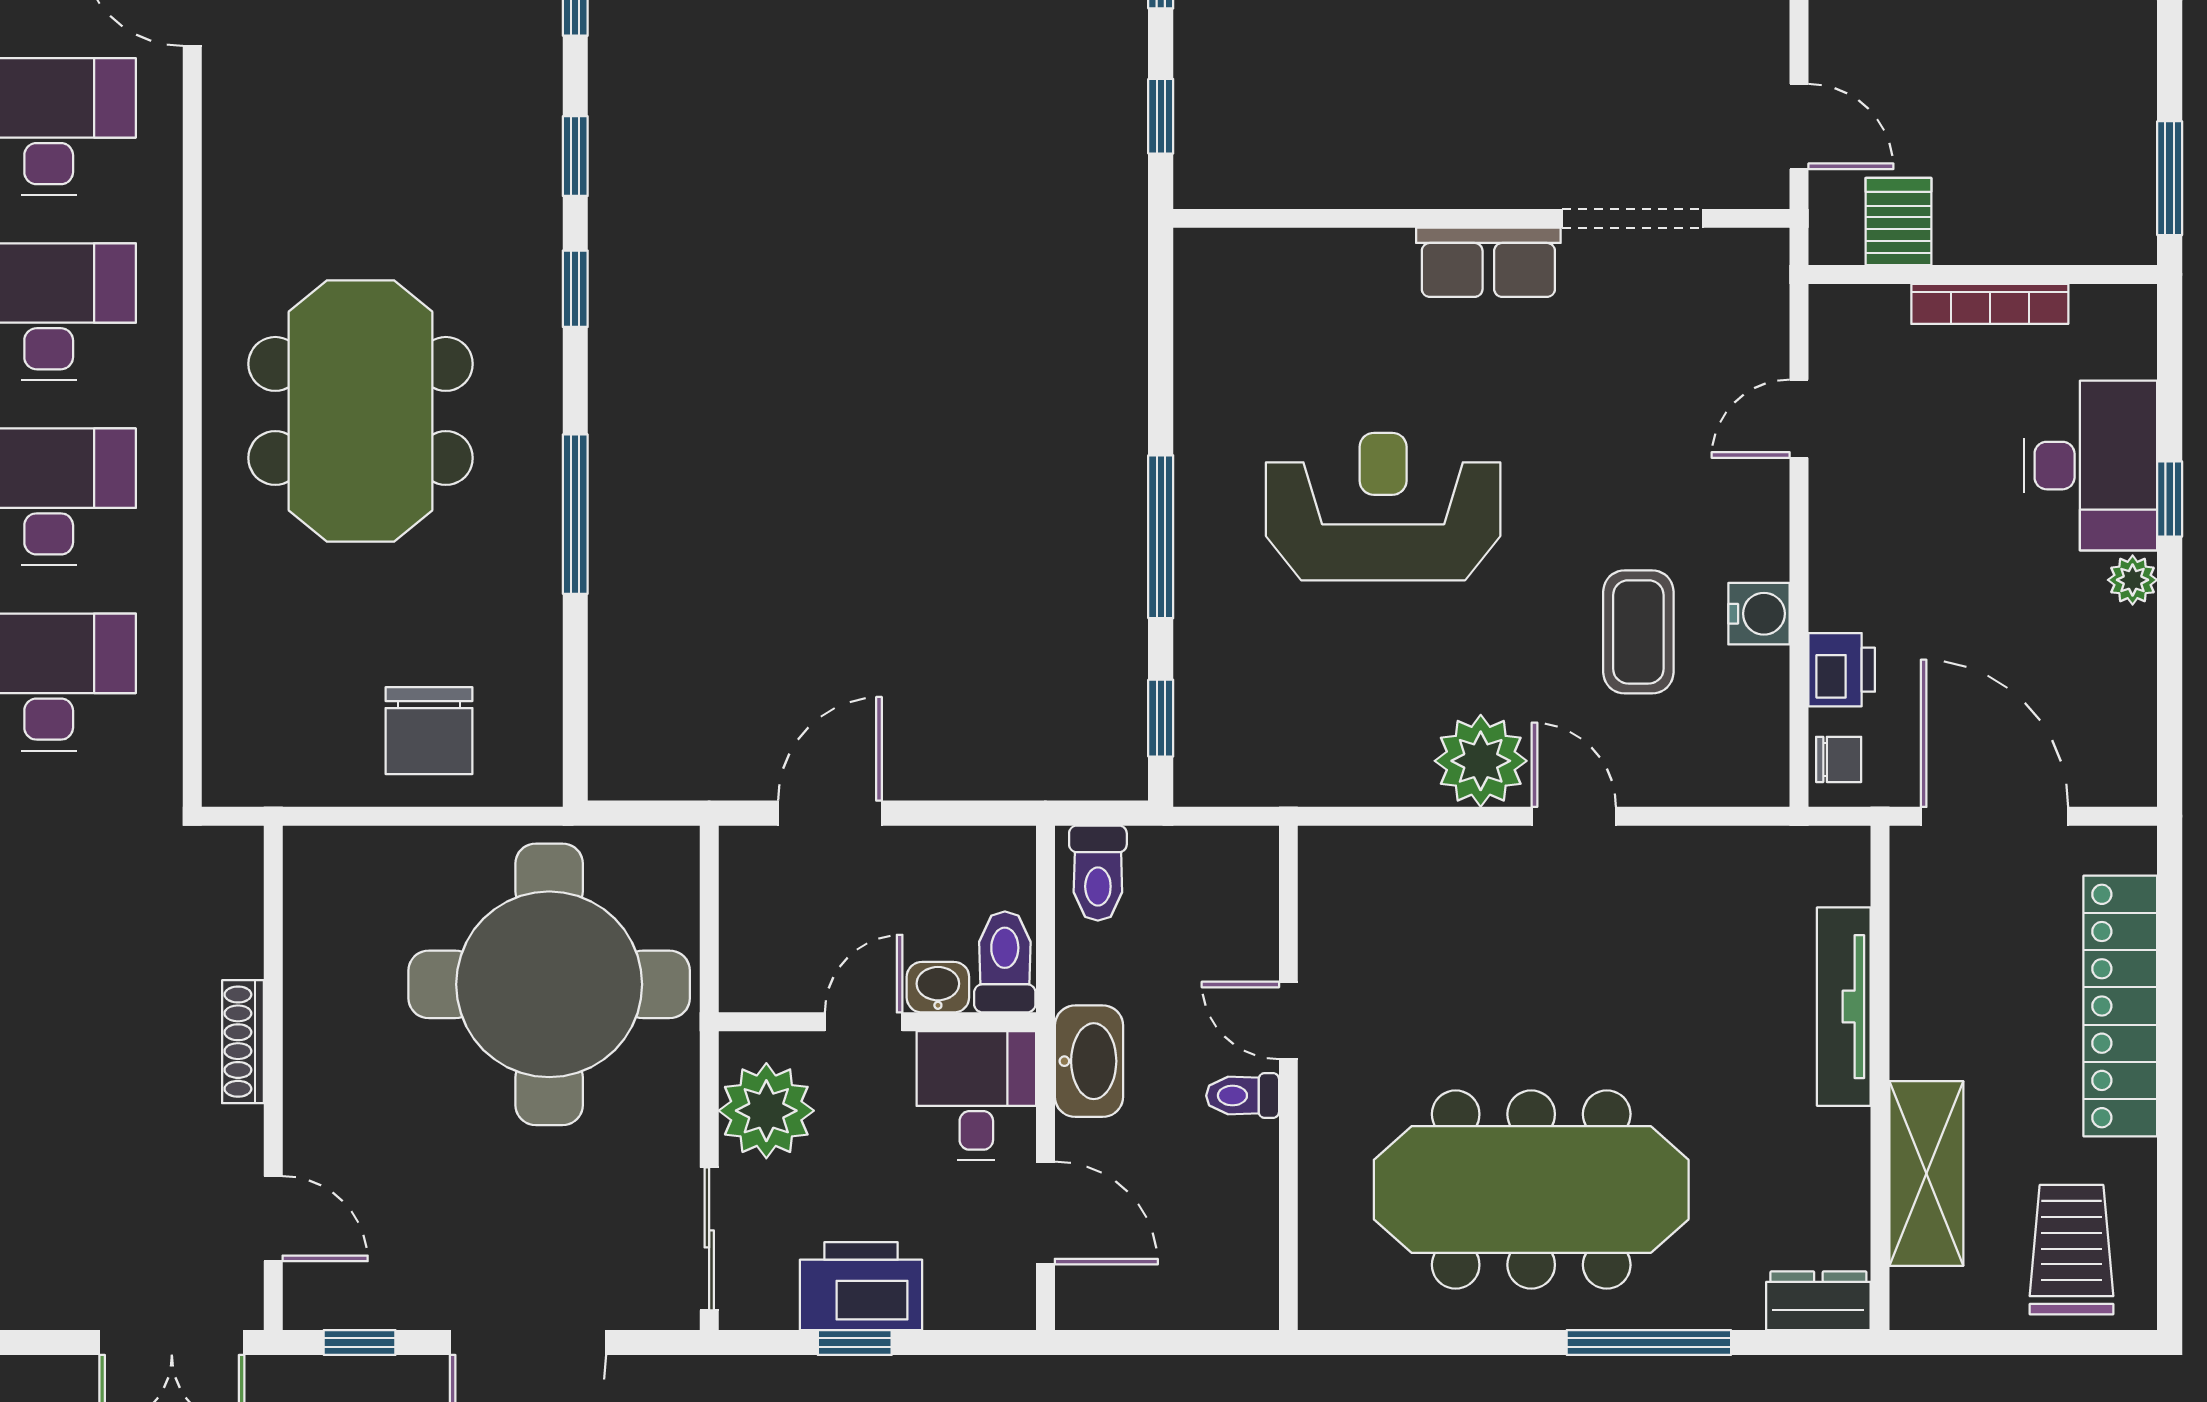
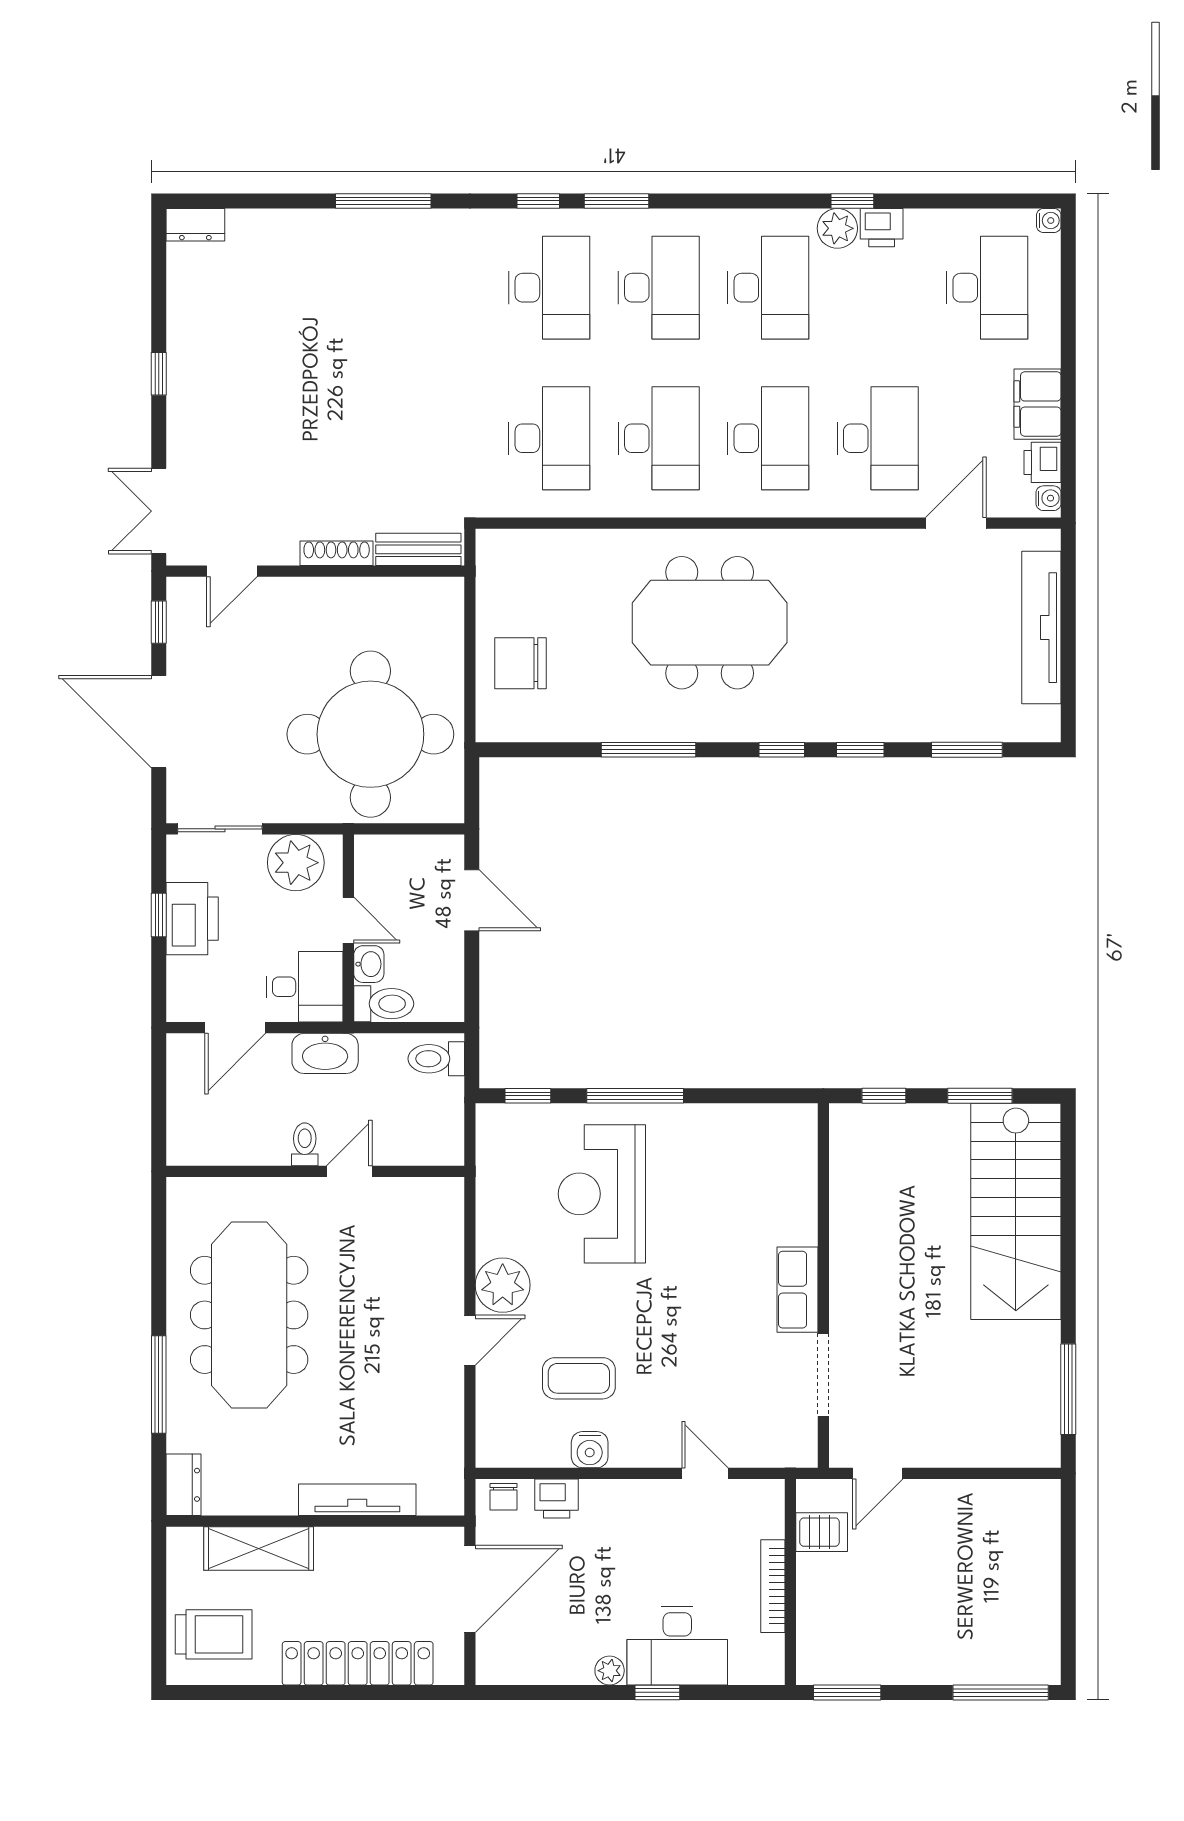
reception desk: (1383, 507) -> (602, 1194), moved, turned 180
bench: (236, 903) -> (418, 549), added

